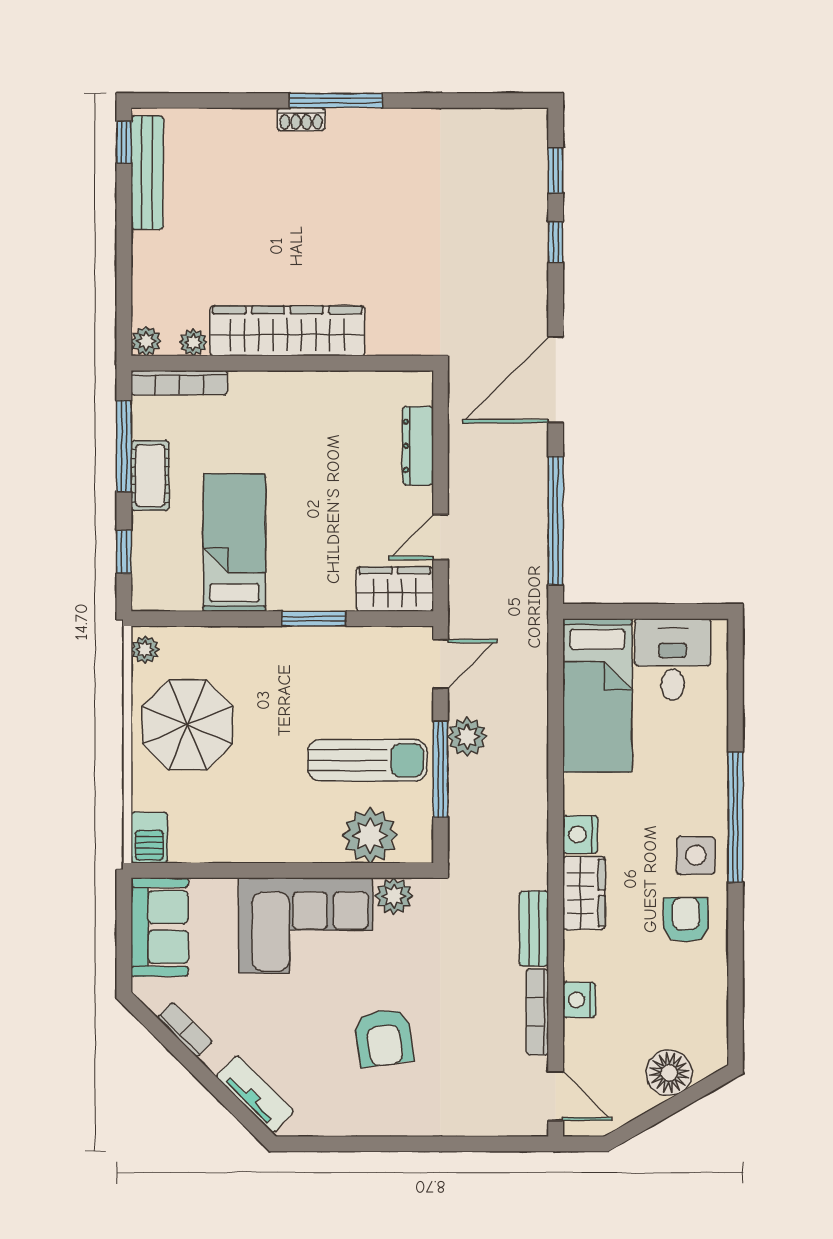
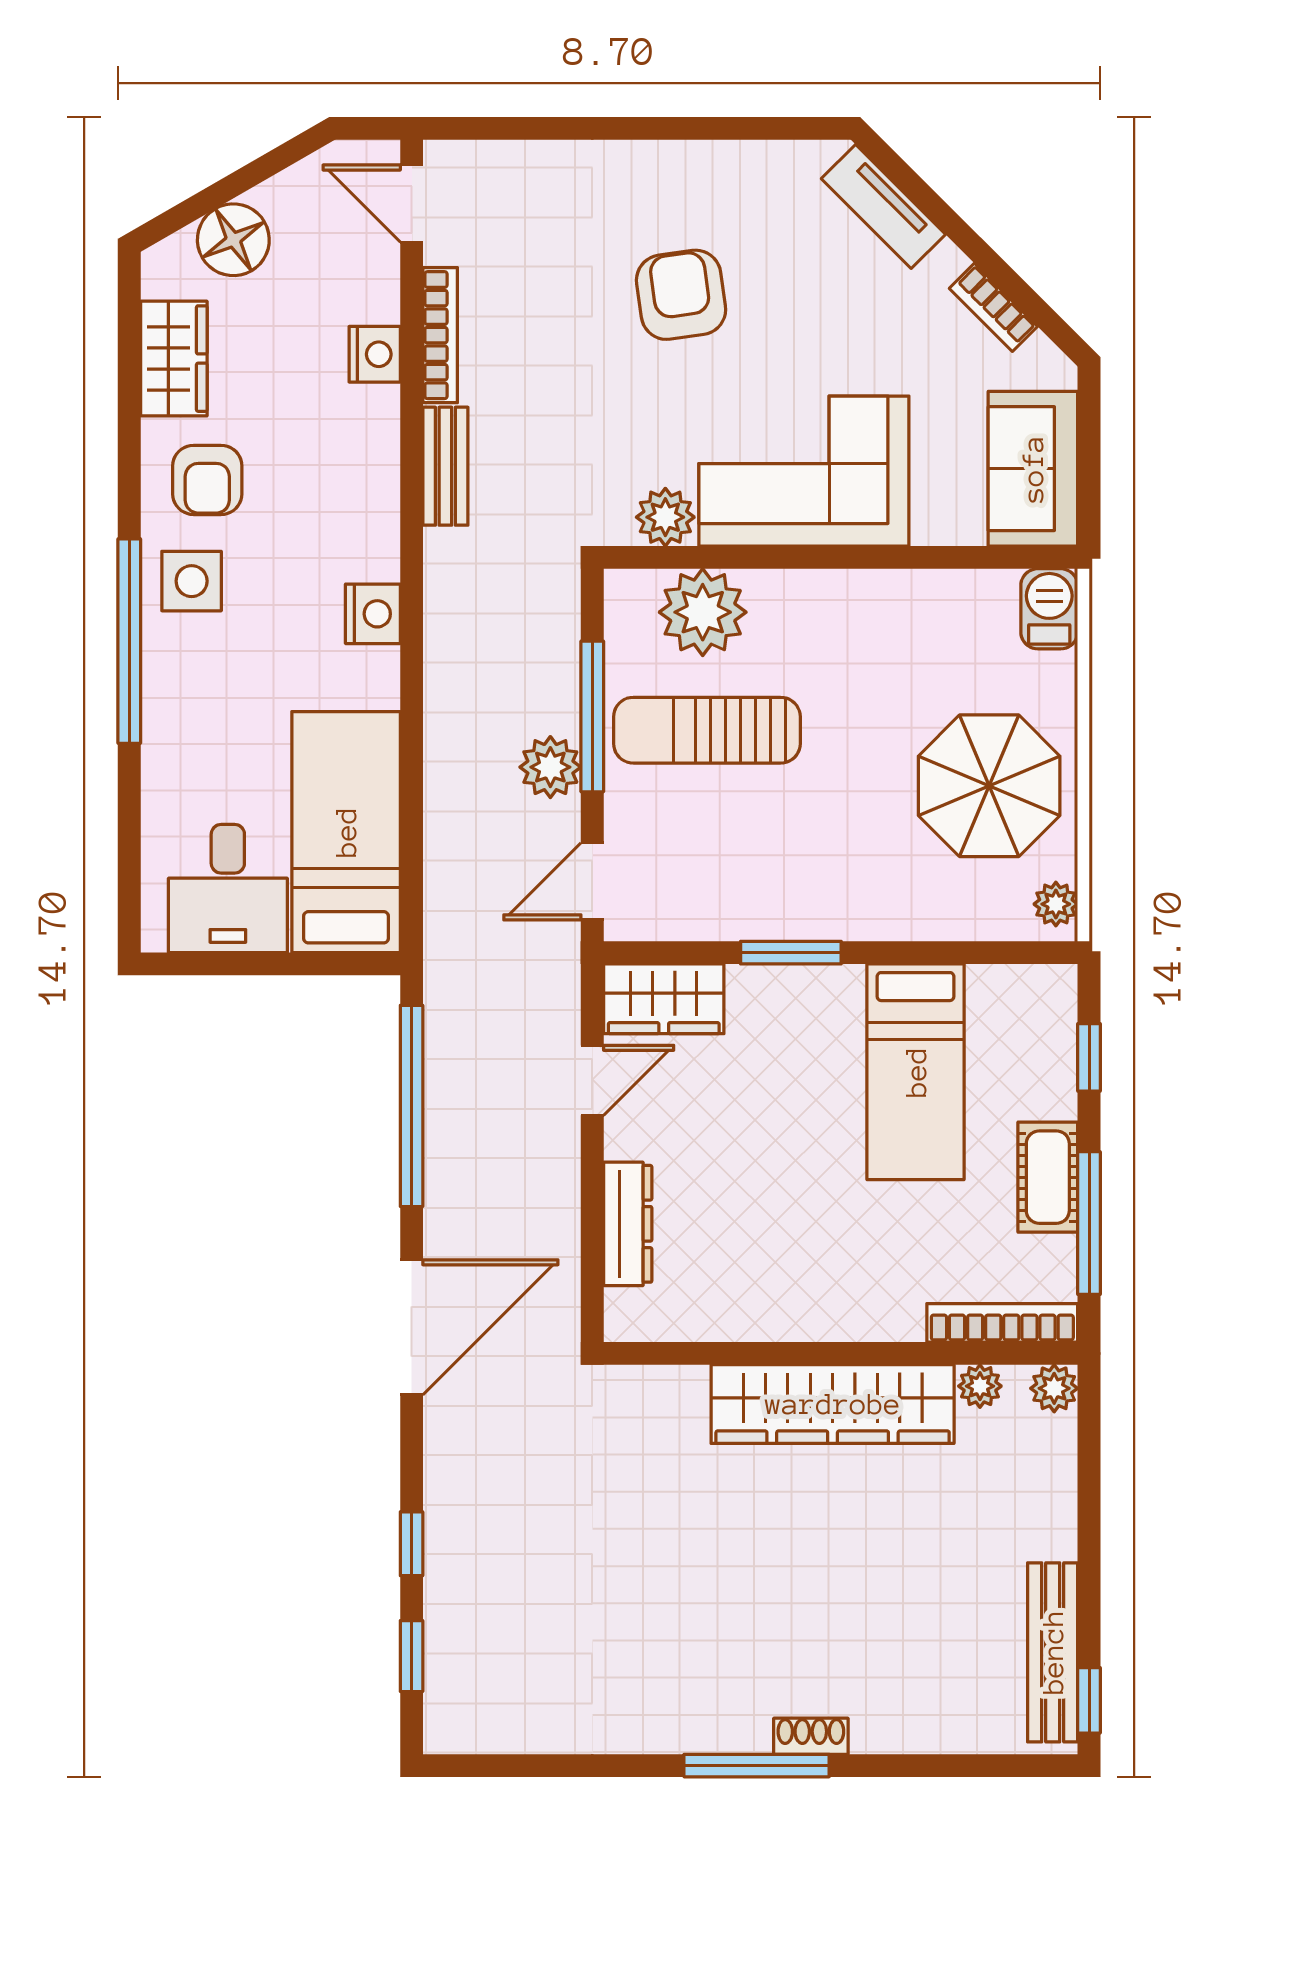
wardrobe: (584, 893) -> (174, 359), moved, turned 180

